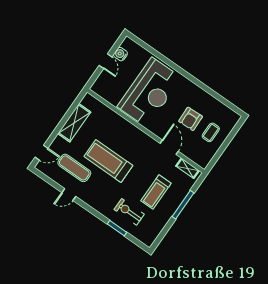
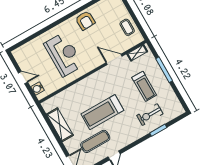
water cooler: (120, 54) -> (37, 88), moved
reception desk: (149, 92) -> (64, 55), width x0.74, depth x0.77
armchair: (191, 119) -> (85, 20), moved
coffee table: (211, 132) -> (127, 27), moved

